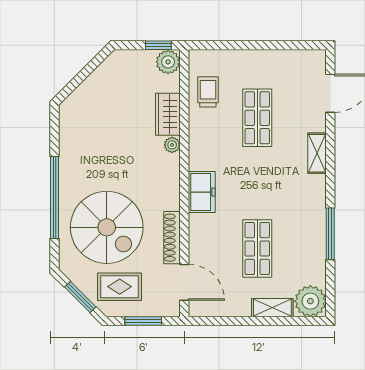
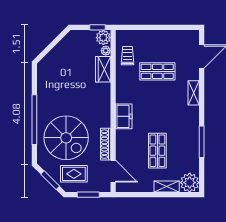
shop shelf: (257, 118) -> (157, 71), turned 90
plant: (172, 145) -> (106, 51), moved

